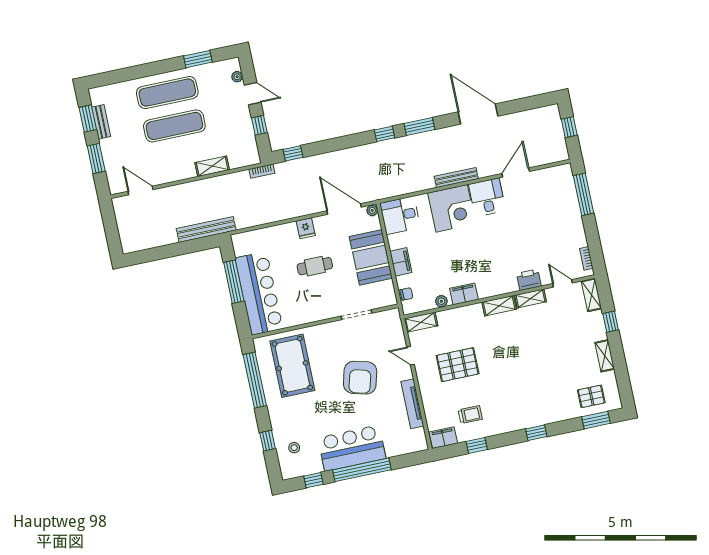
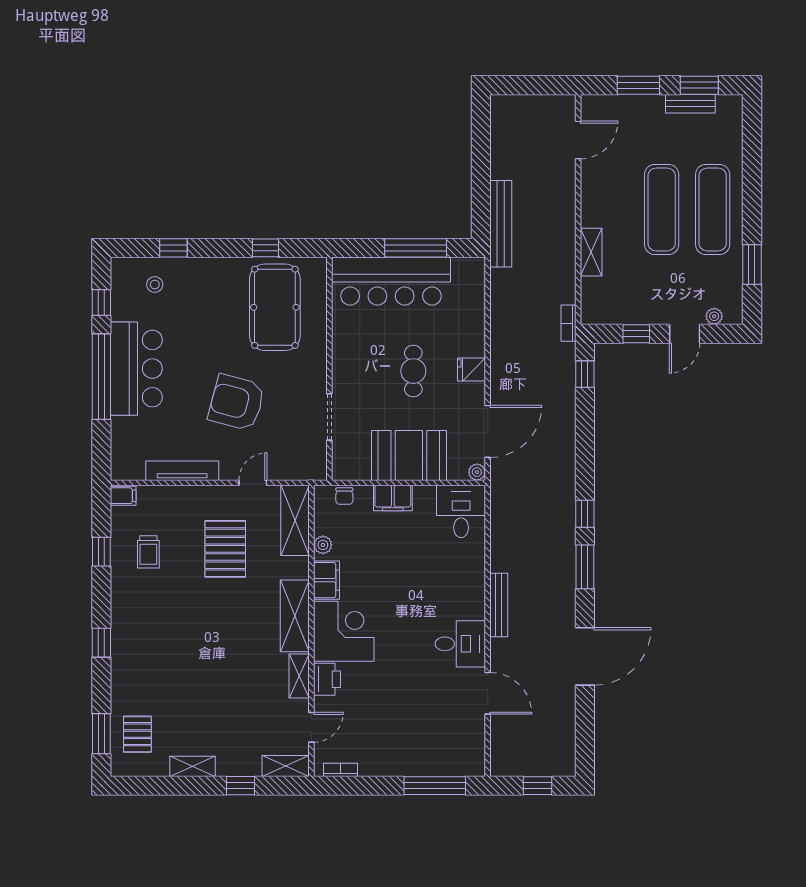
corner desk: (452, 208) -> (344, 631), moved, turned 180
shelving: (499, 306) -> (295, 616), width x1.50, depth x1.33
shelving: (421, 322) -> (295, 520), width x1.50, depth x1.33
pool table: (292, 366) -> (275, 307), turned 90
window: (255, 380) -> (266, 248), width x0.32
filing cabinet: (443, 438) -> (123, 496), width x0.50

